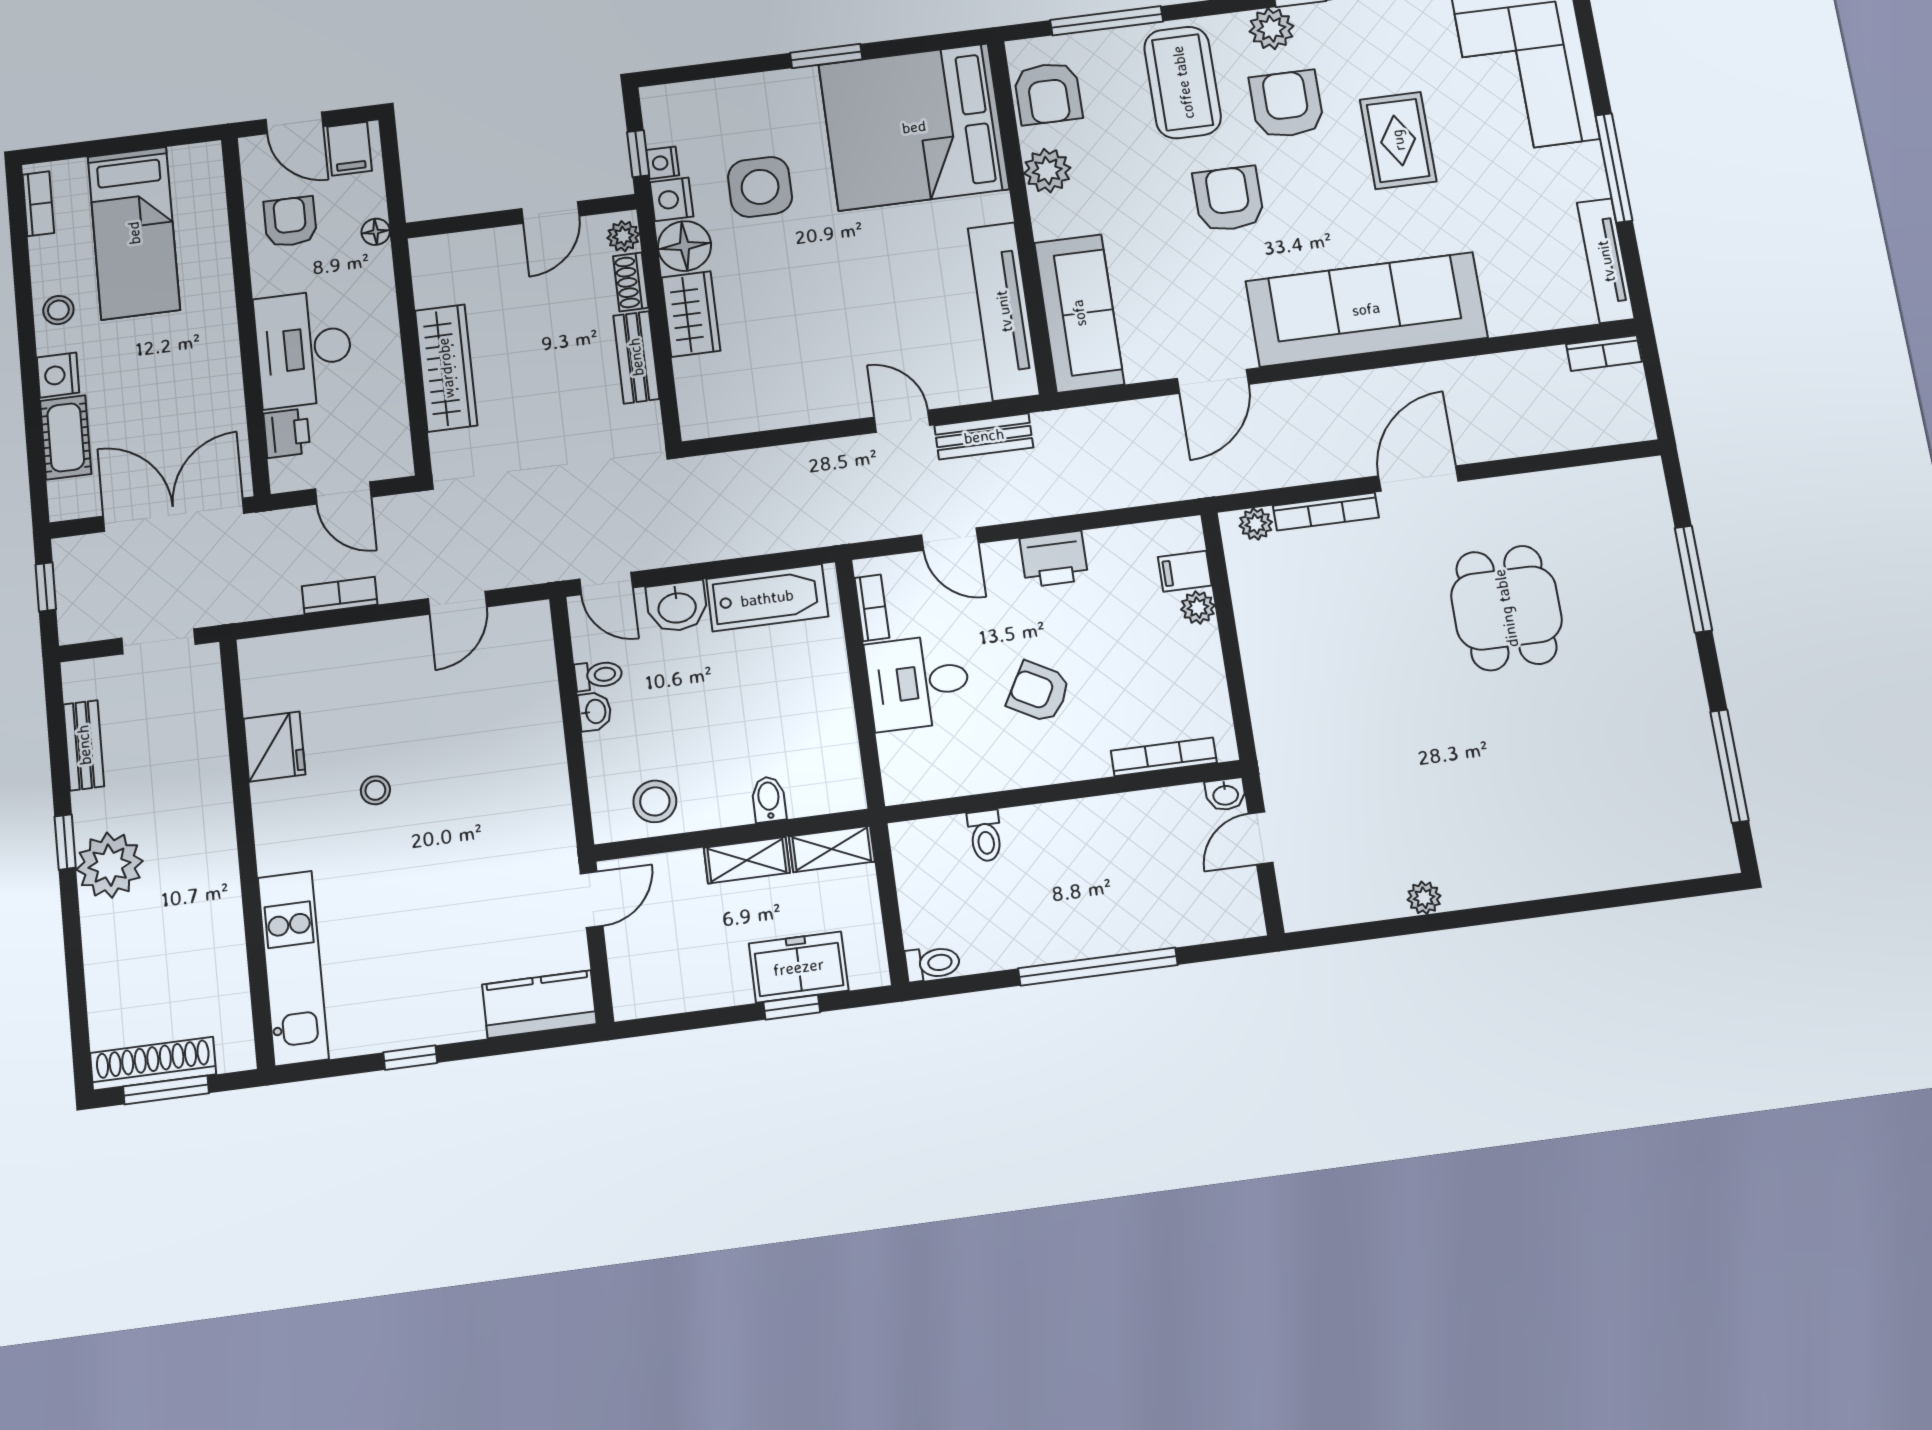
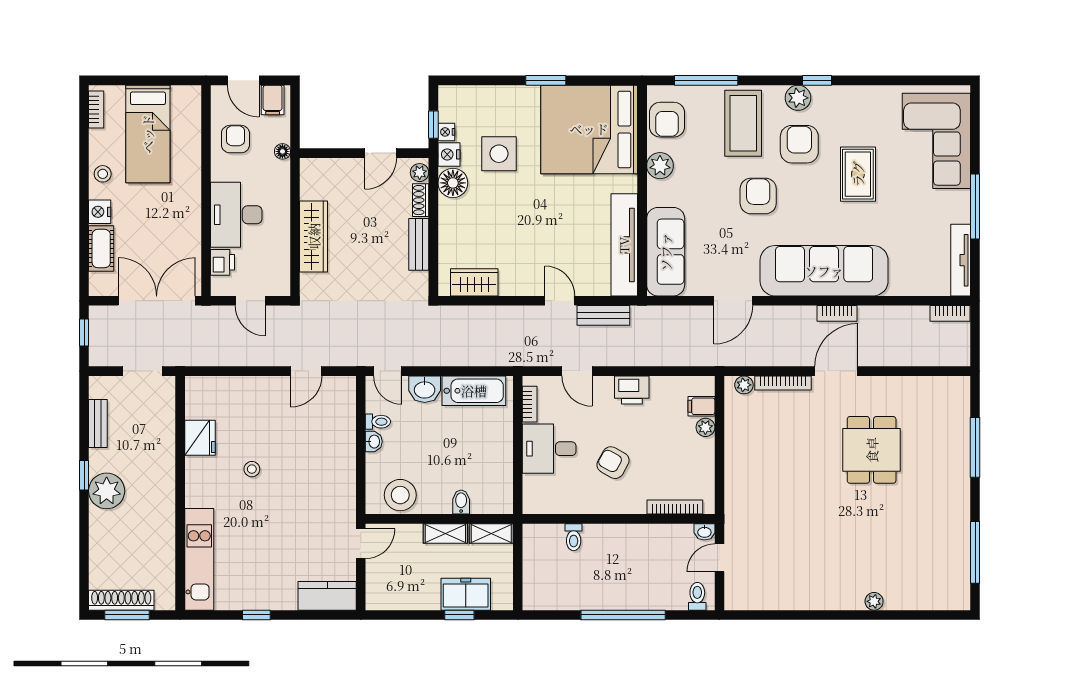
wardrobe: (691, 314) -> (474, 282), moved, turned -90
bookcase: (340, 595) -> (837, 313), moved, turned 180
stool: (655, 801) -> (400, 495), width x1.38, depth x1.38
plant: (1424, 898) -> (874, 601), moved
toilet: (933, 963) -> (697, 596), moved, turned -90

